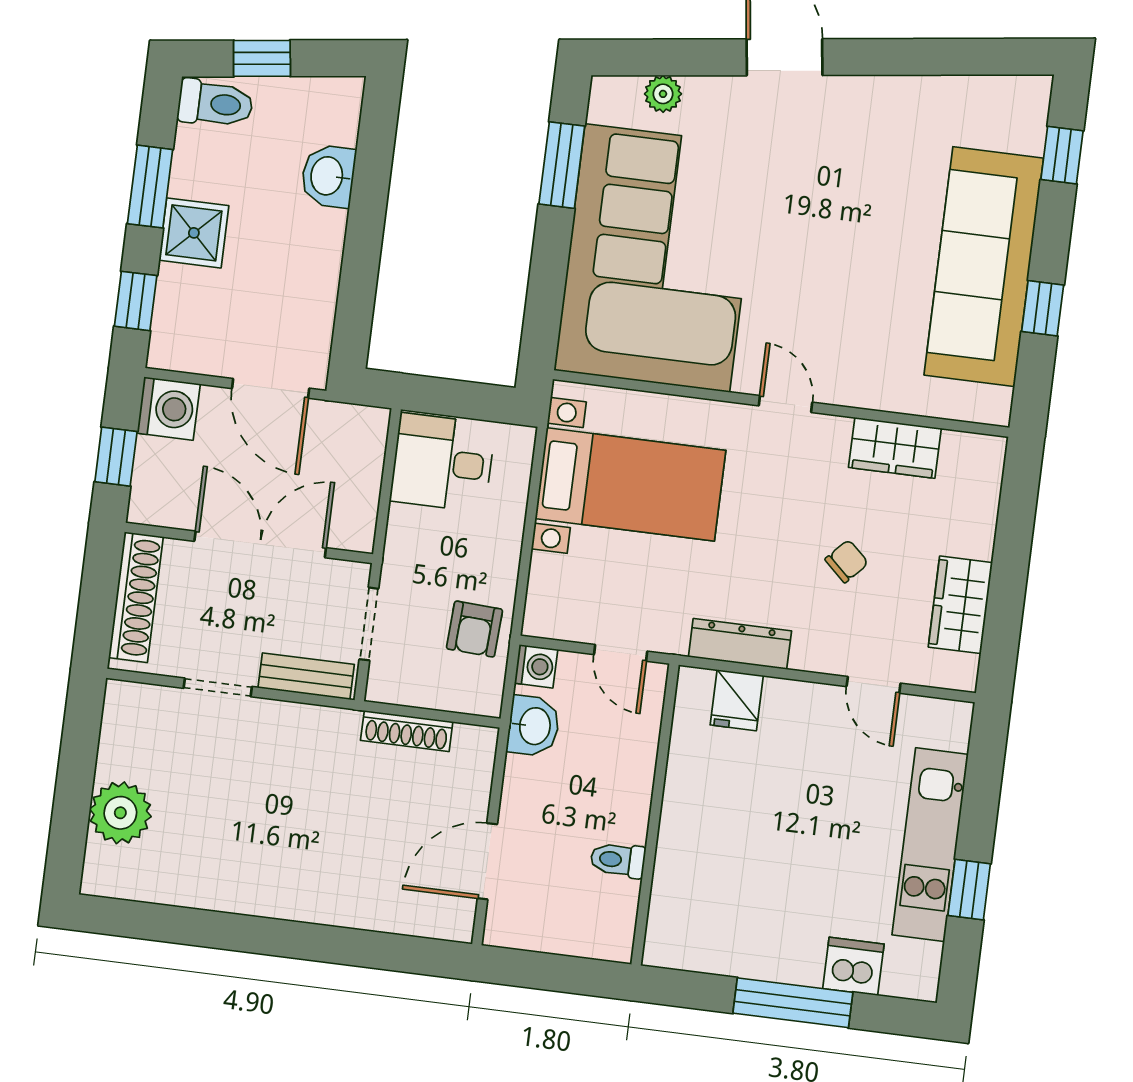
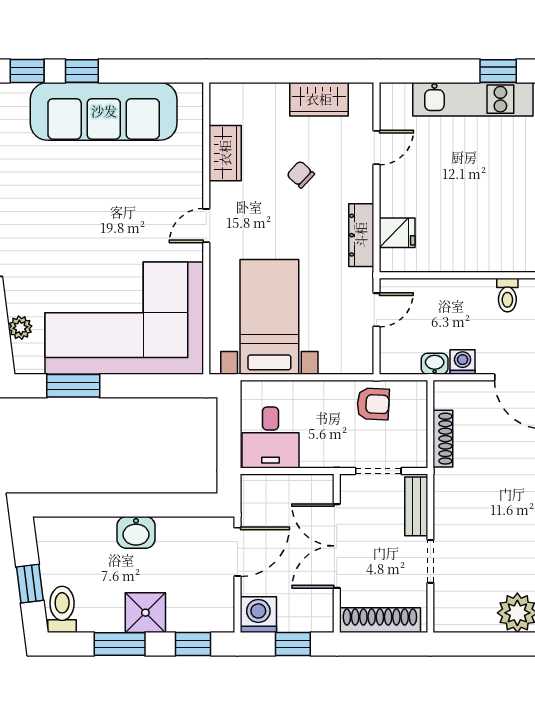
washbasin: (328, 176) -> (136, 532), moved
window: (1043, 308) -> (82, 71), moved
washing machine: (536, 666) -> (463, 362), moved
washbasin: (533, 726) -> (435, 364), width x0.72, depth x0.69

